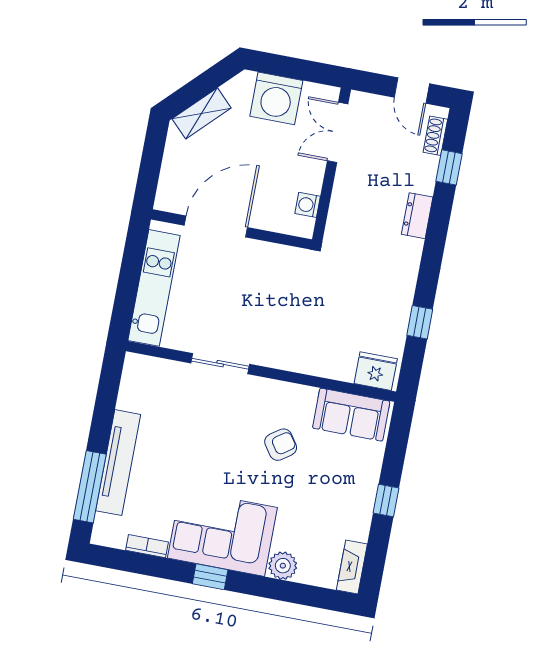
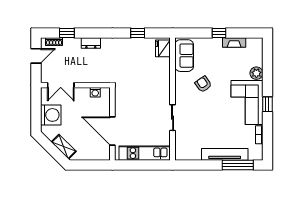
fireplace: (352, 567) -> (234, 43), moved

